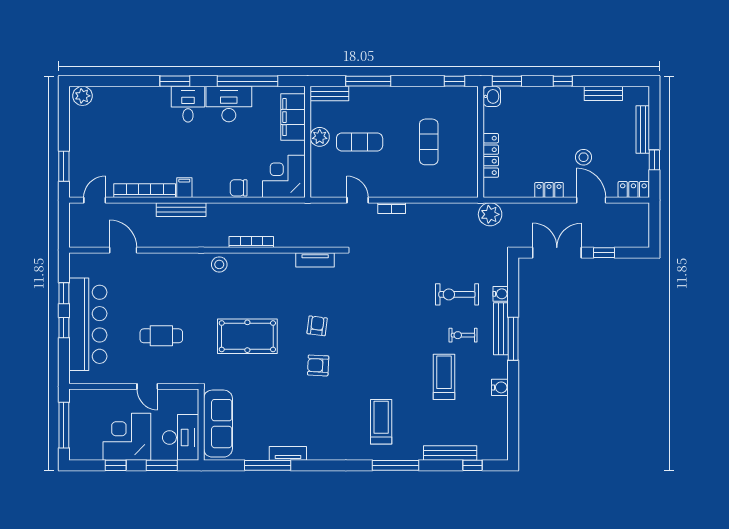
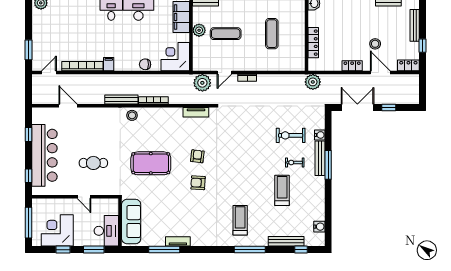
door: (358, 200) -> (224, 72), swing flipped
bench: (181, 210) -> (121, 99), moved
plant: (325, 216) -> (202, 83), added
window: (64, 328) -> (28, 176), moved
water cooler: (500, 387) -> (319, 227), moved
corner desk: (127, 437) -> (57, 230), moved

